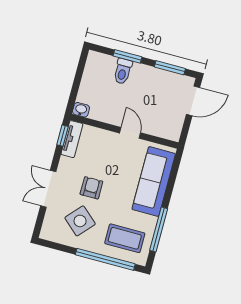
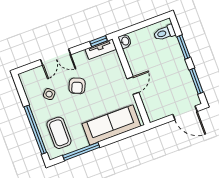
toilet: (123, 71) -> (164, 33), moved
armchair: (91, 188) -> (77, 86), turned 113
double door: (48, 189) -> (56, 57), swing flipped
side table: (80, 221) -> (49, 94), width x0.54, depth x0.54

